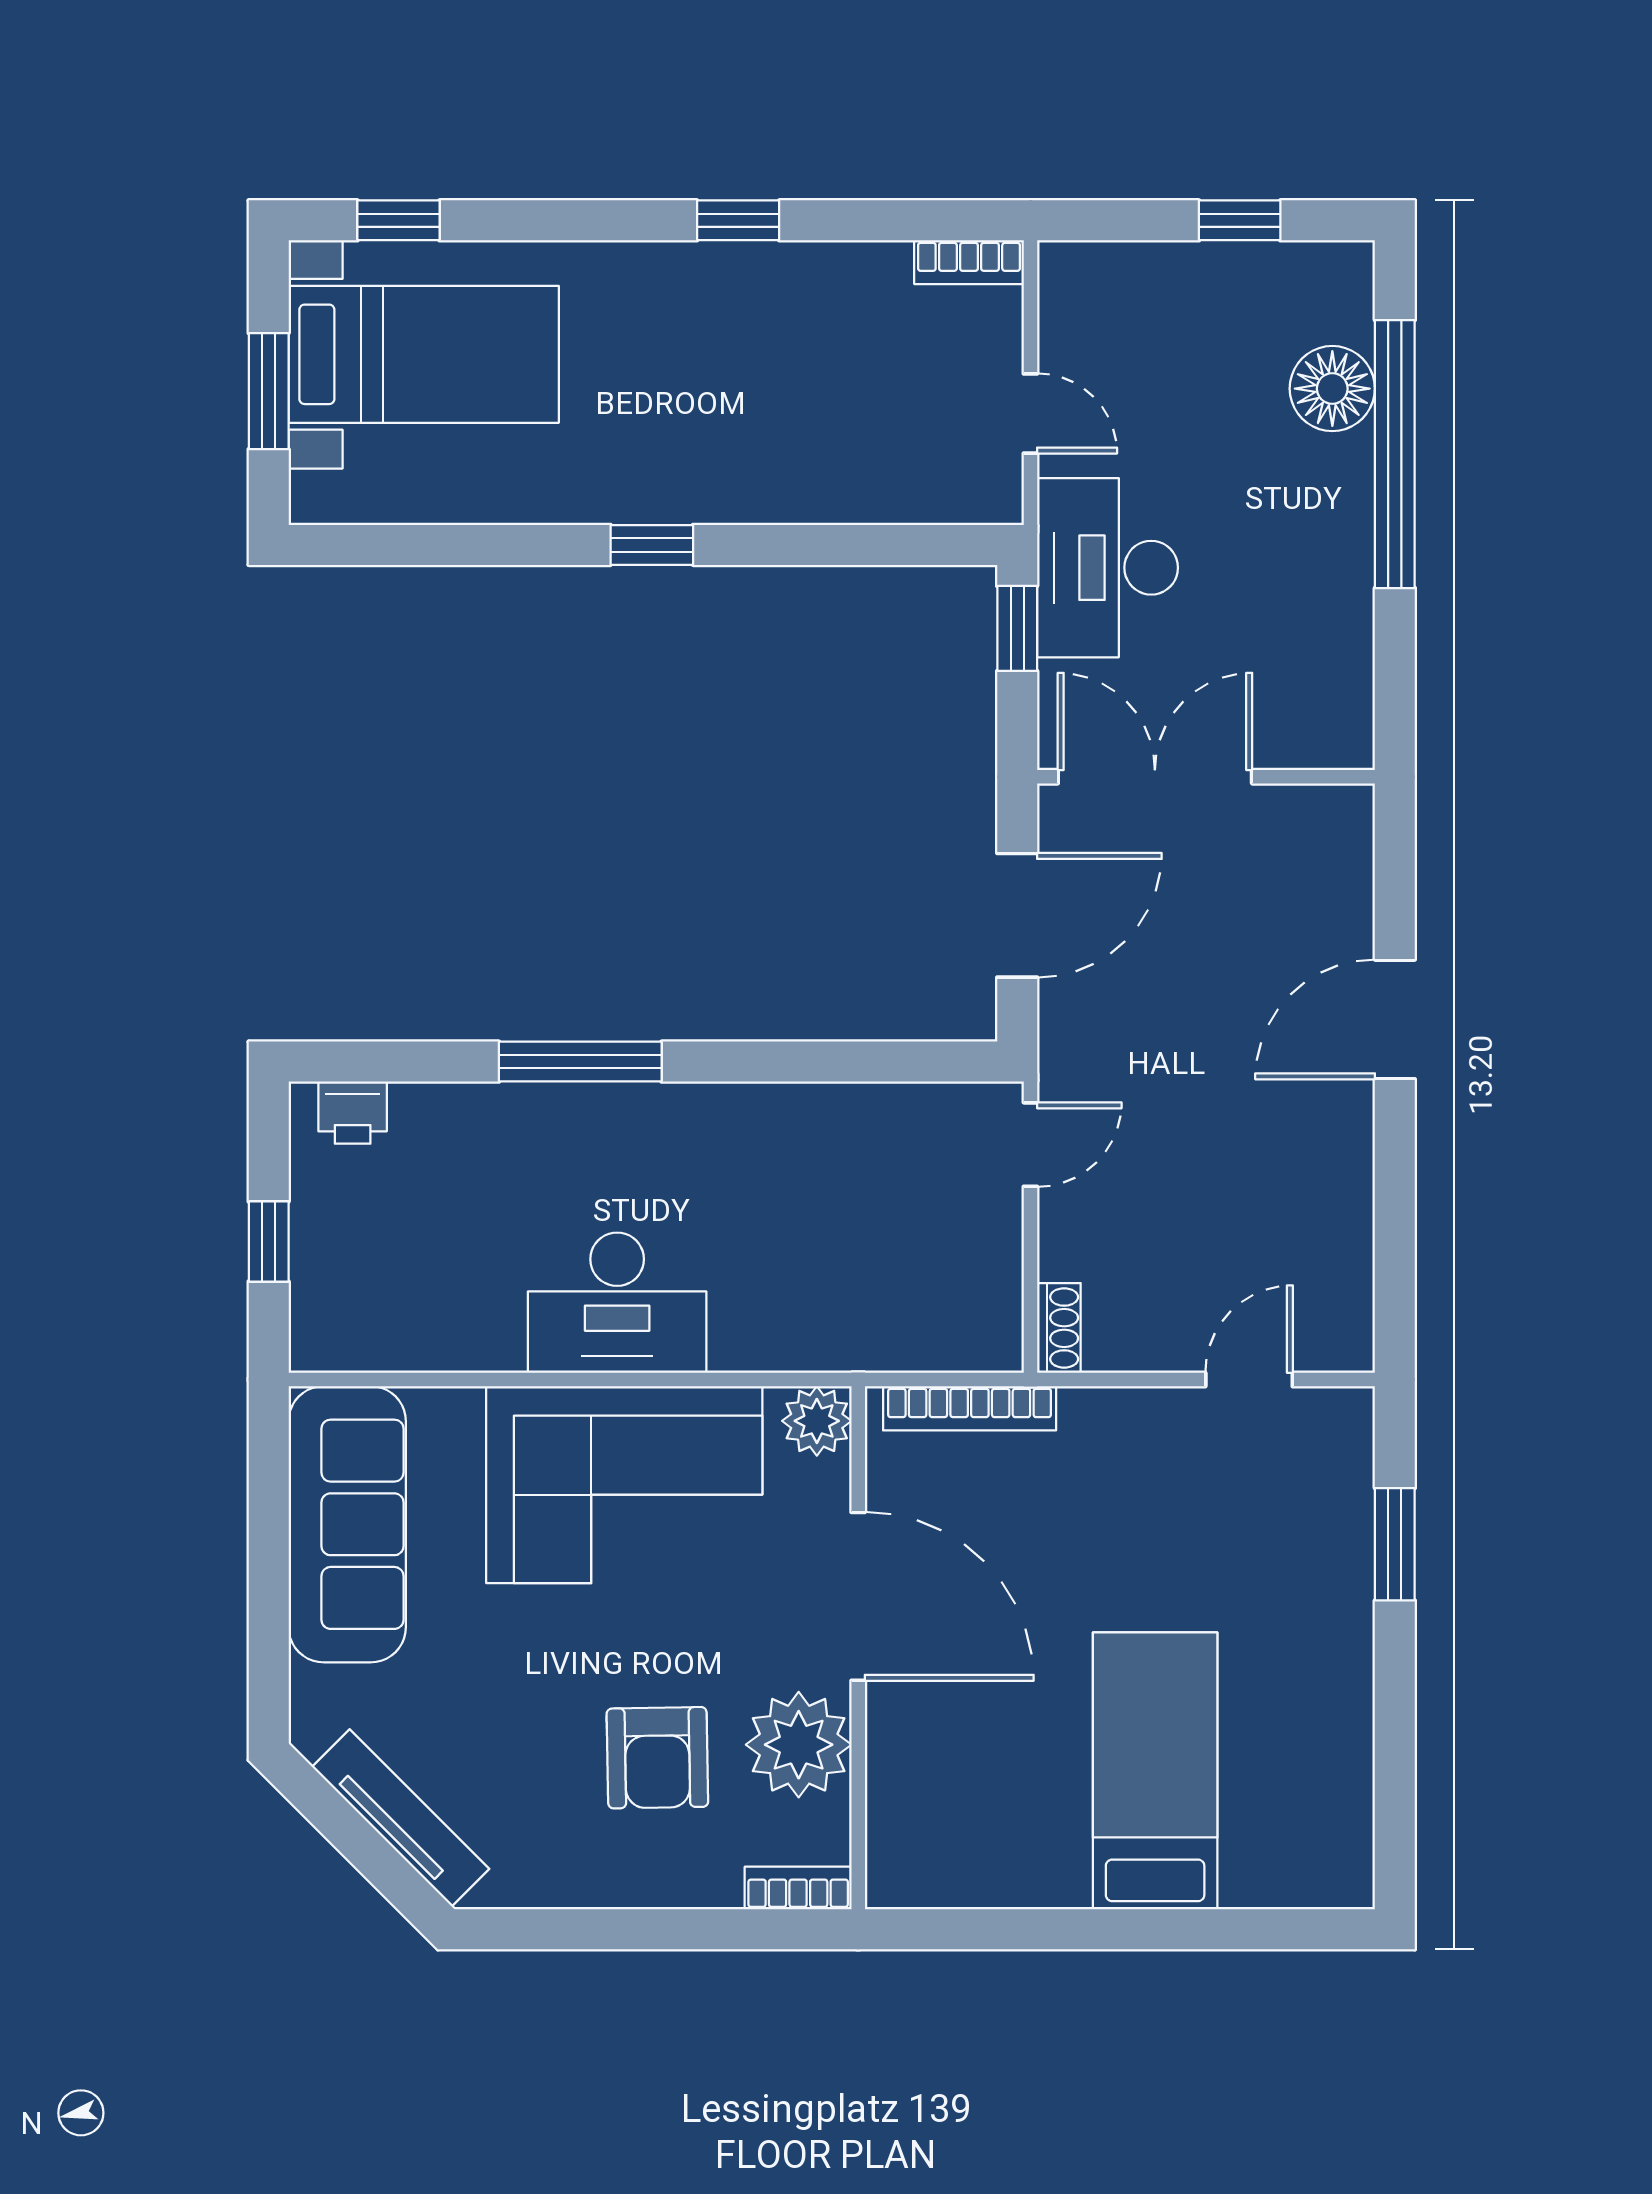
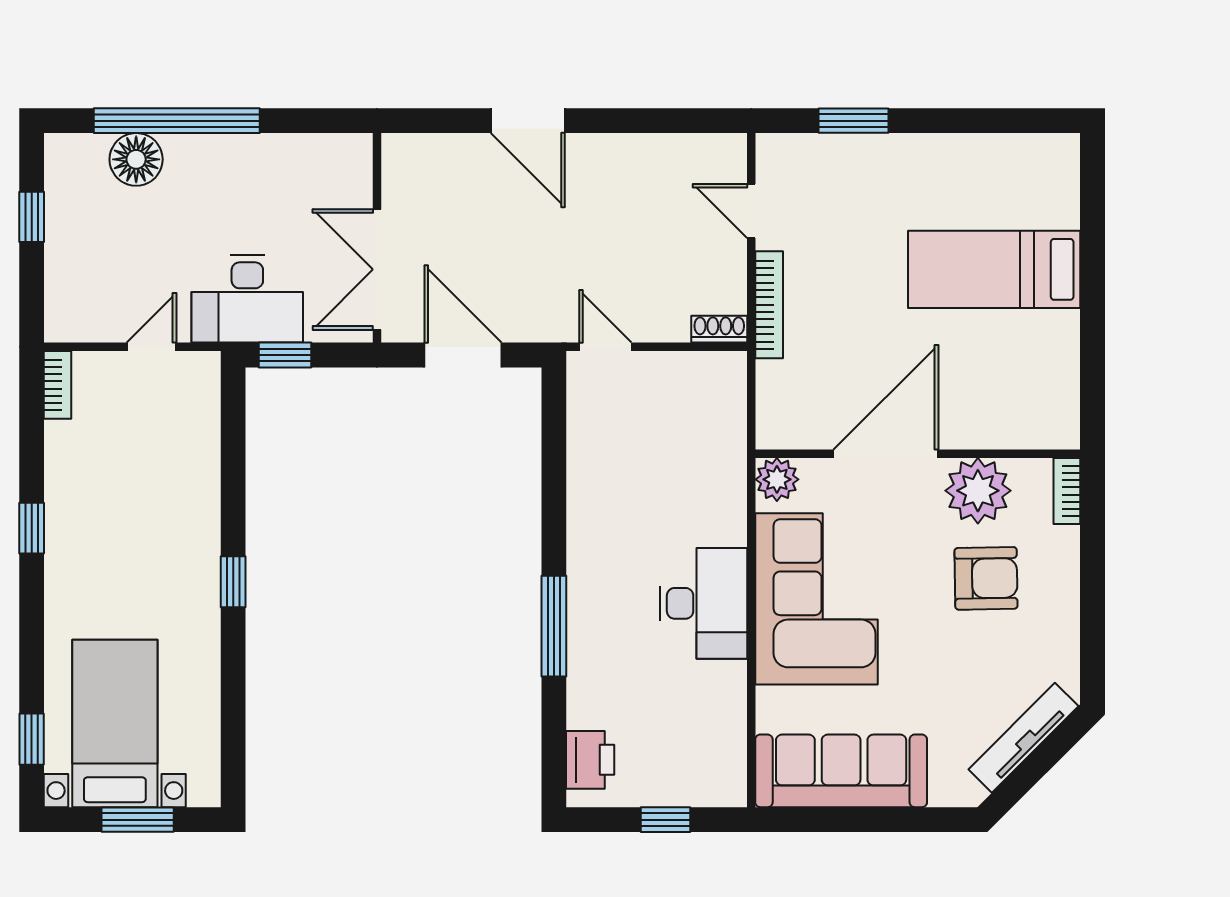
printer: (353, 1113) -> (590, 760), width x1.36, depth x1.24
bookcase: (970, 1408) -> (769, 305), moved

